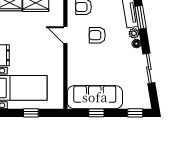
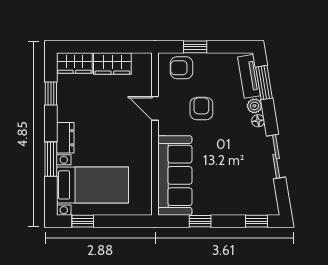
armchair: (97, 35) -> (201, 109), turned 90
sofa: (95, 97) -> (175, 175), moved, turned 90
window: (31, 113) -> (83, 221), moved

